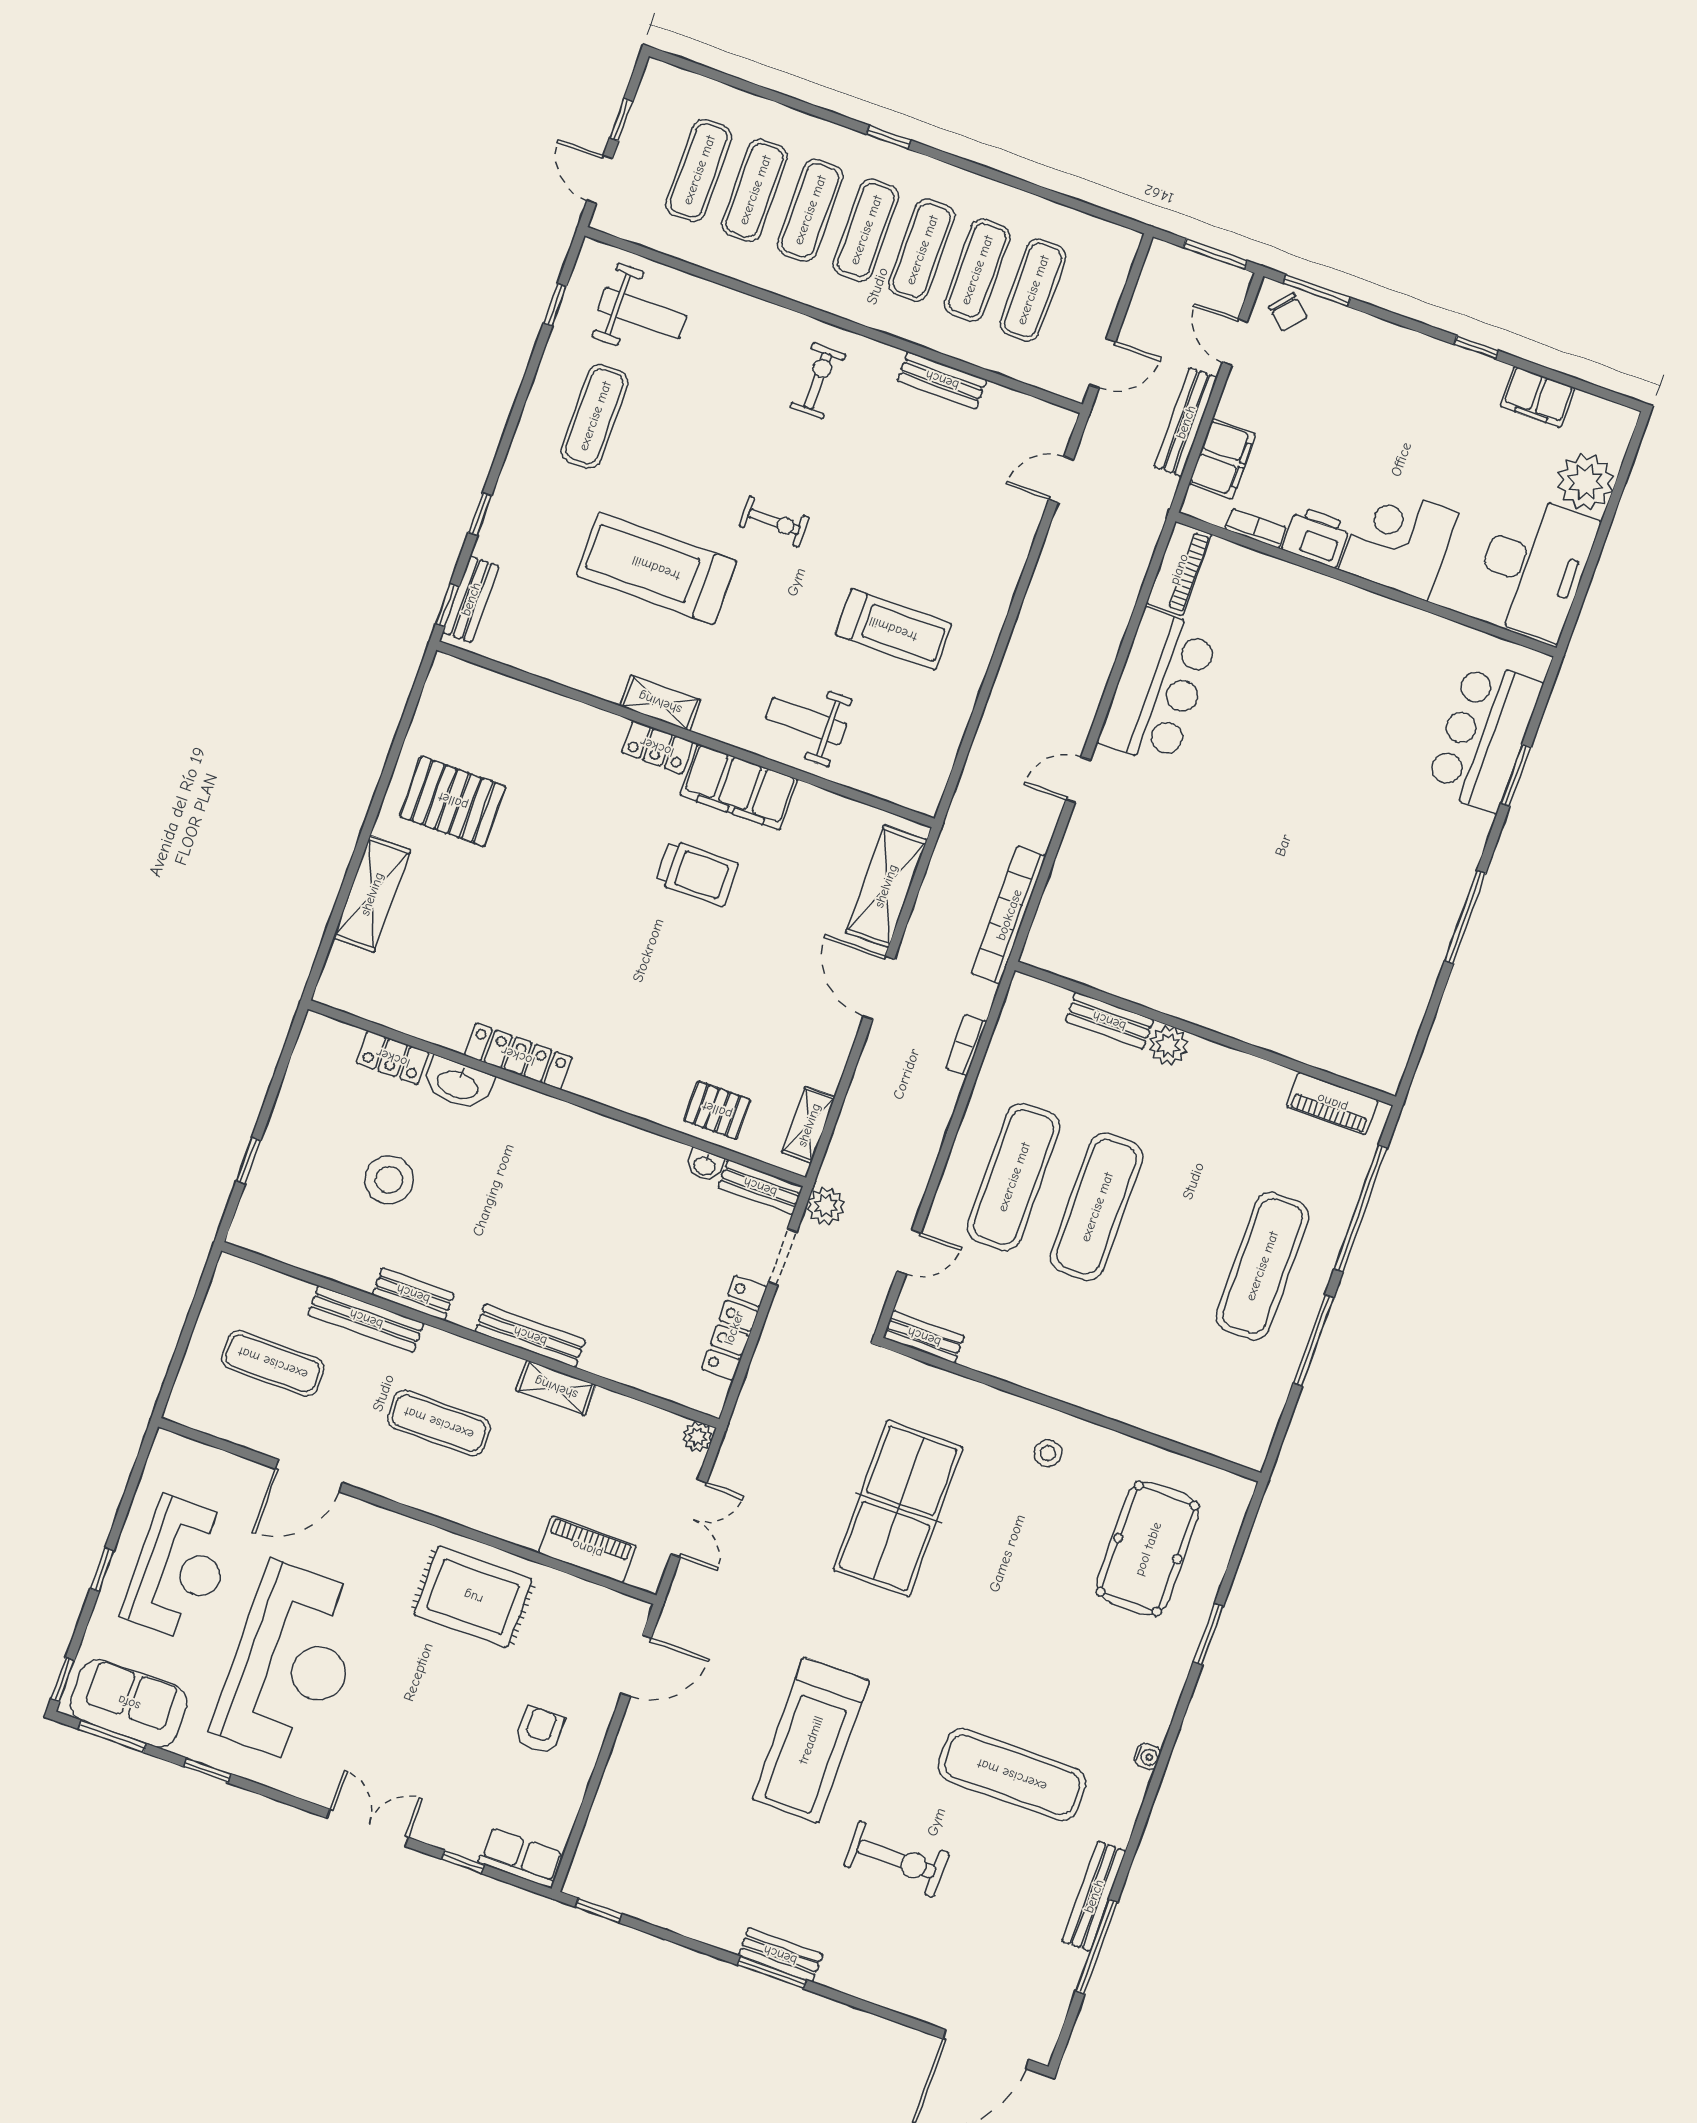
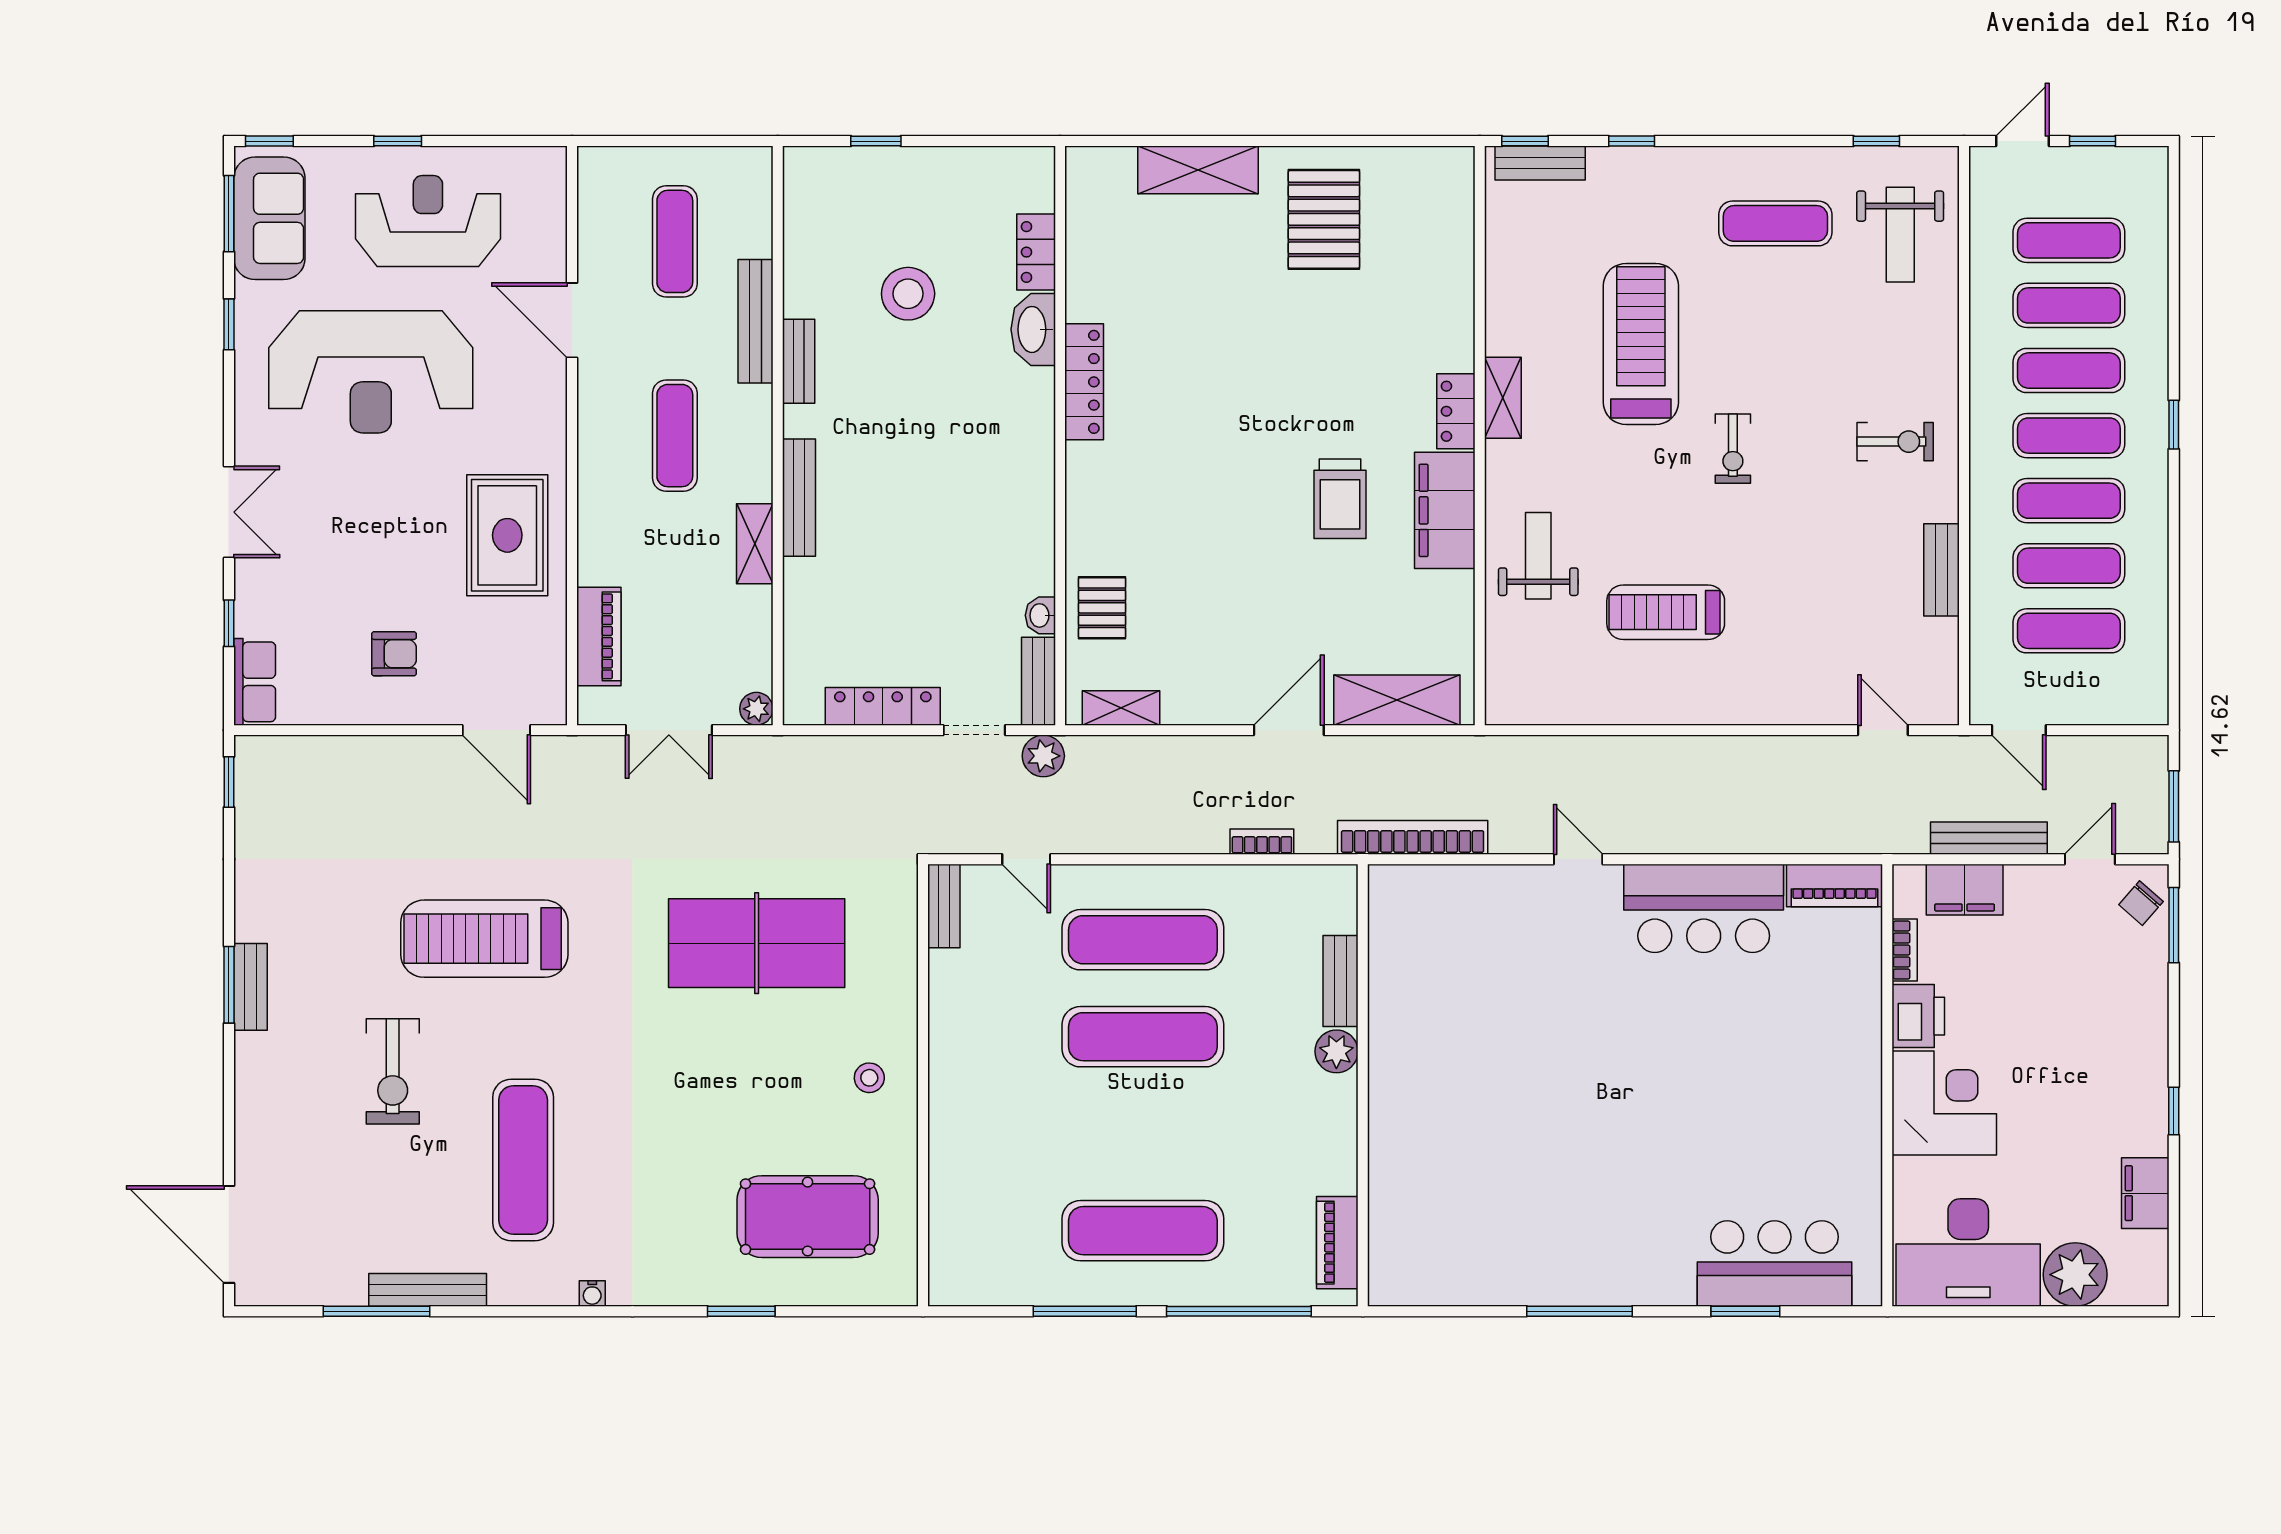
treadmill: (893, 629) -> (1666, 612), turned 90
reception desk: (180, 1568) -> (428, 221), turned 180

